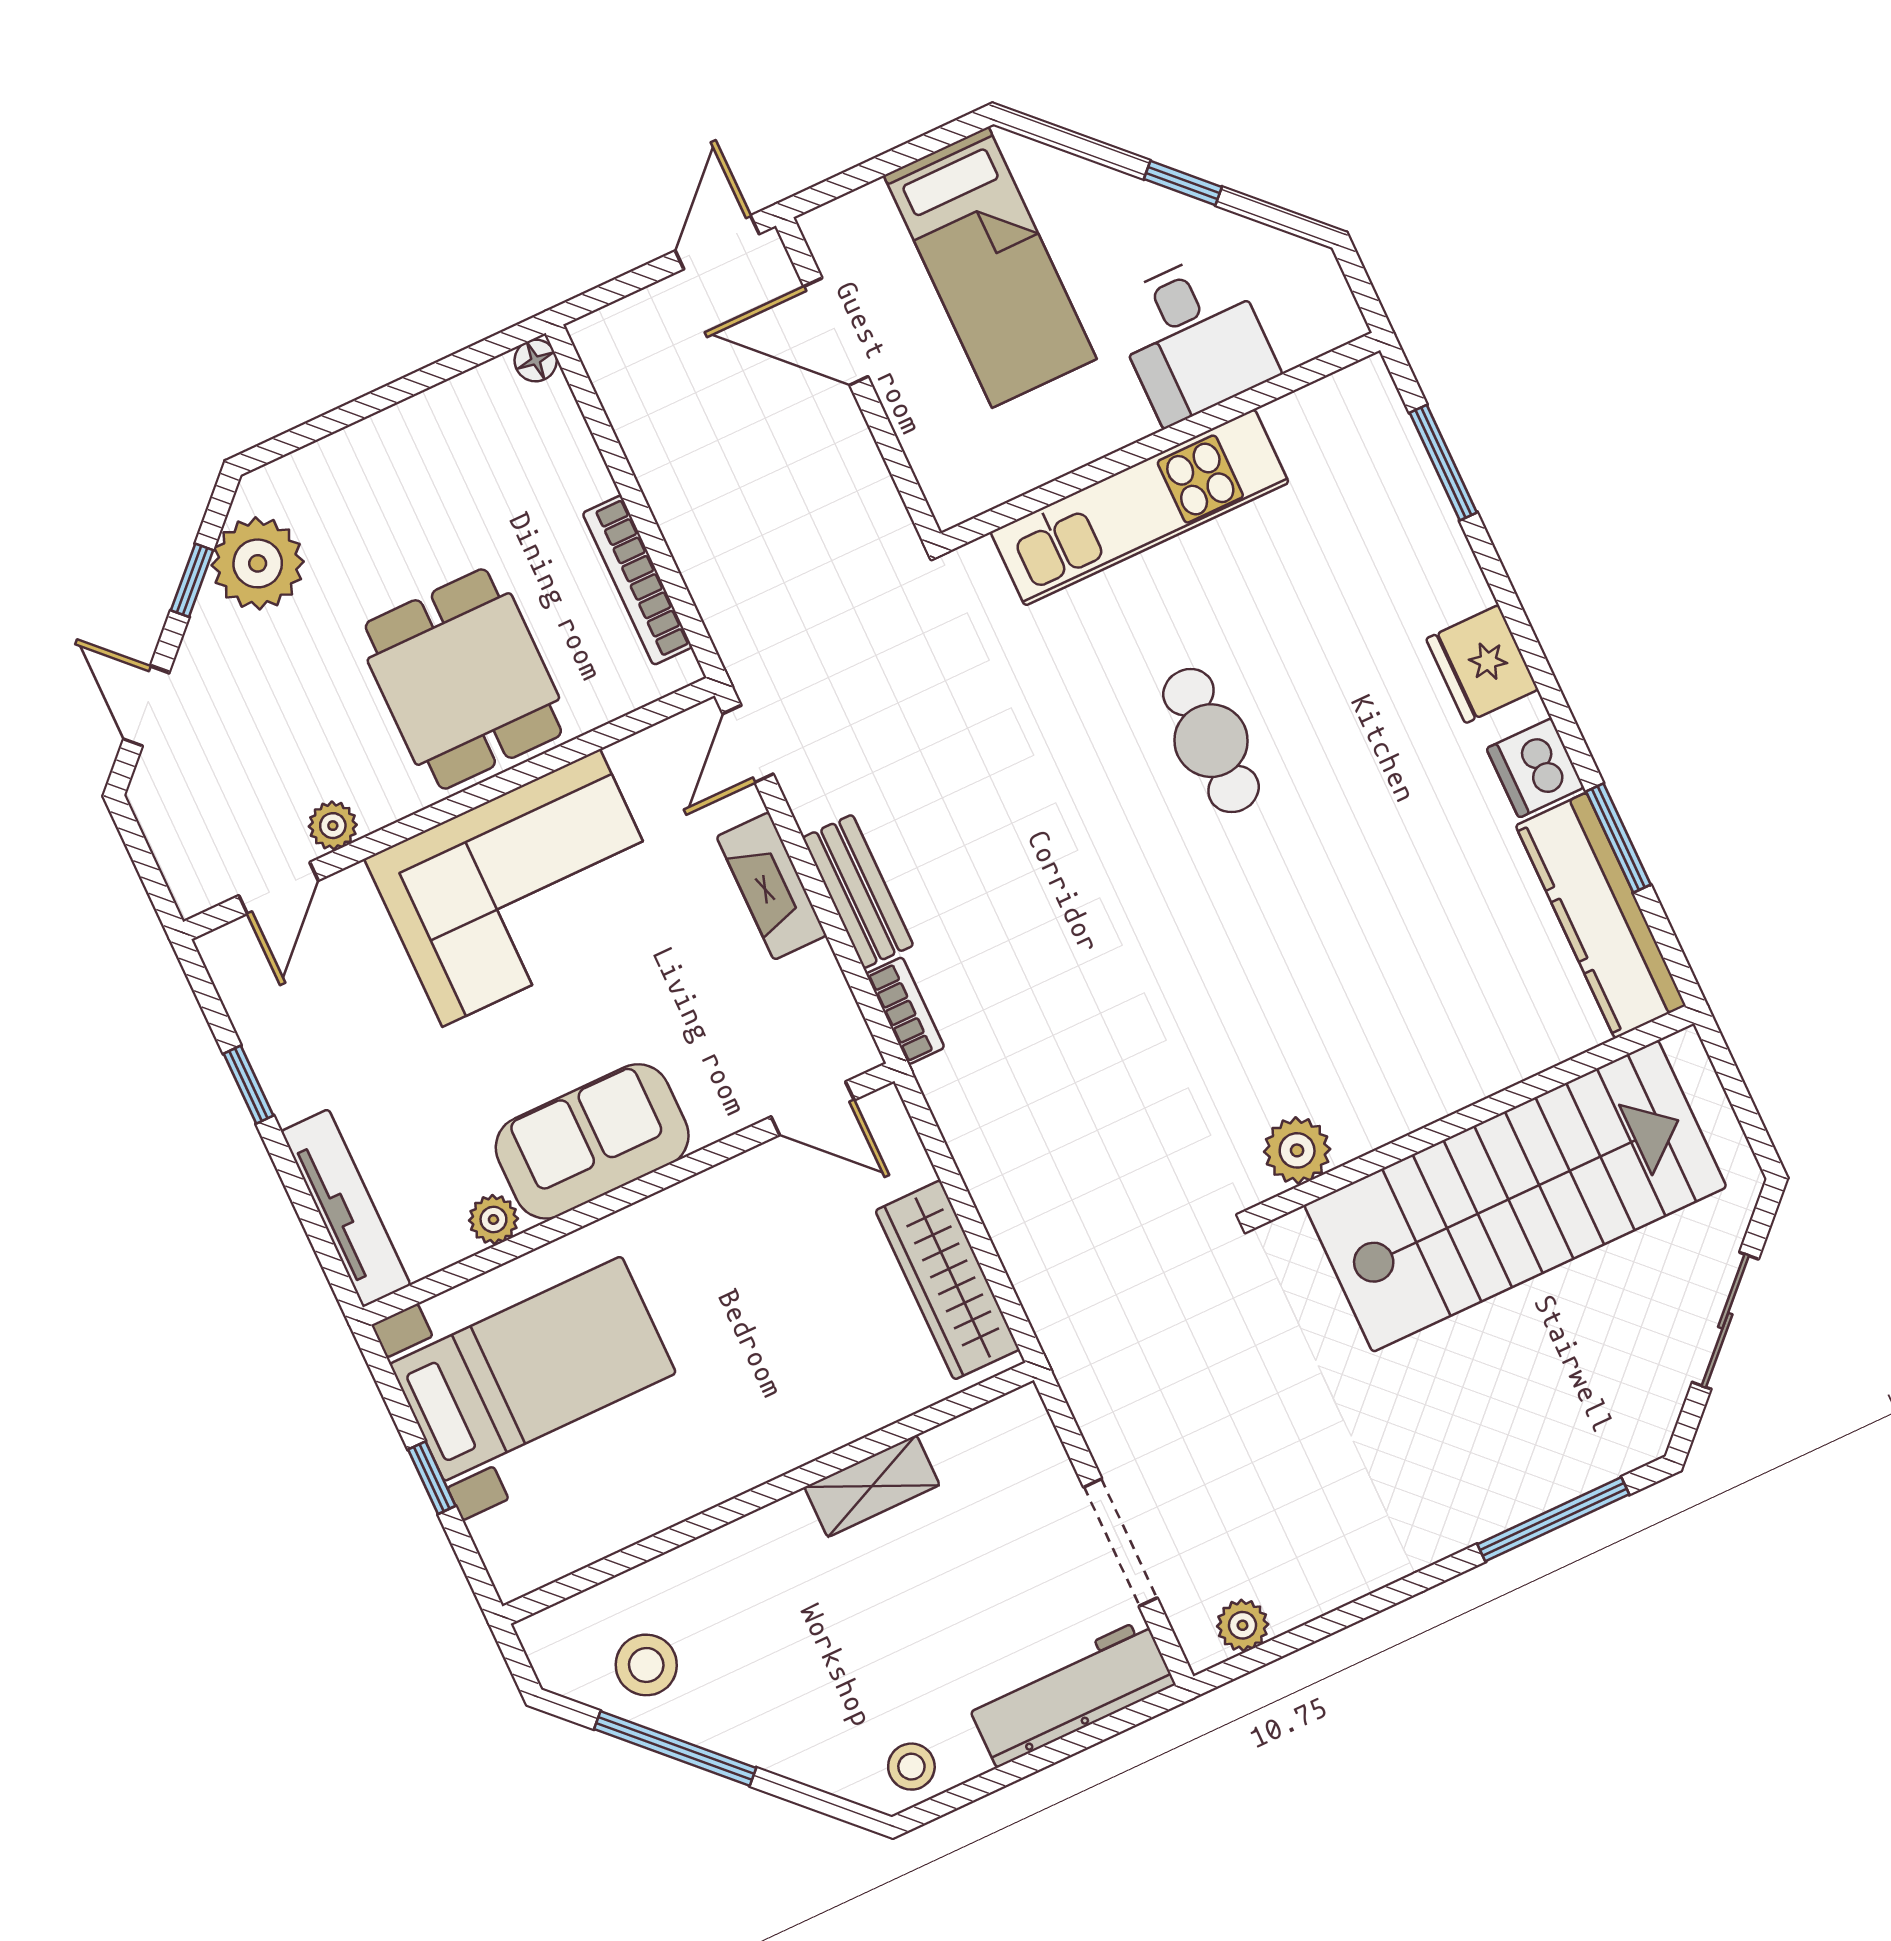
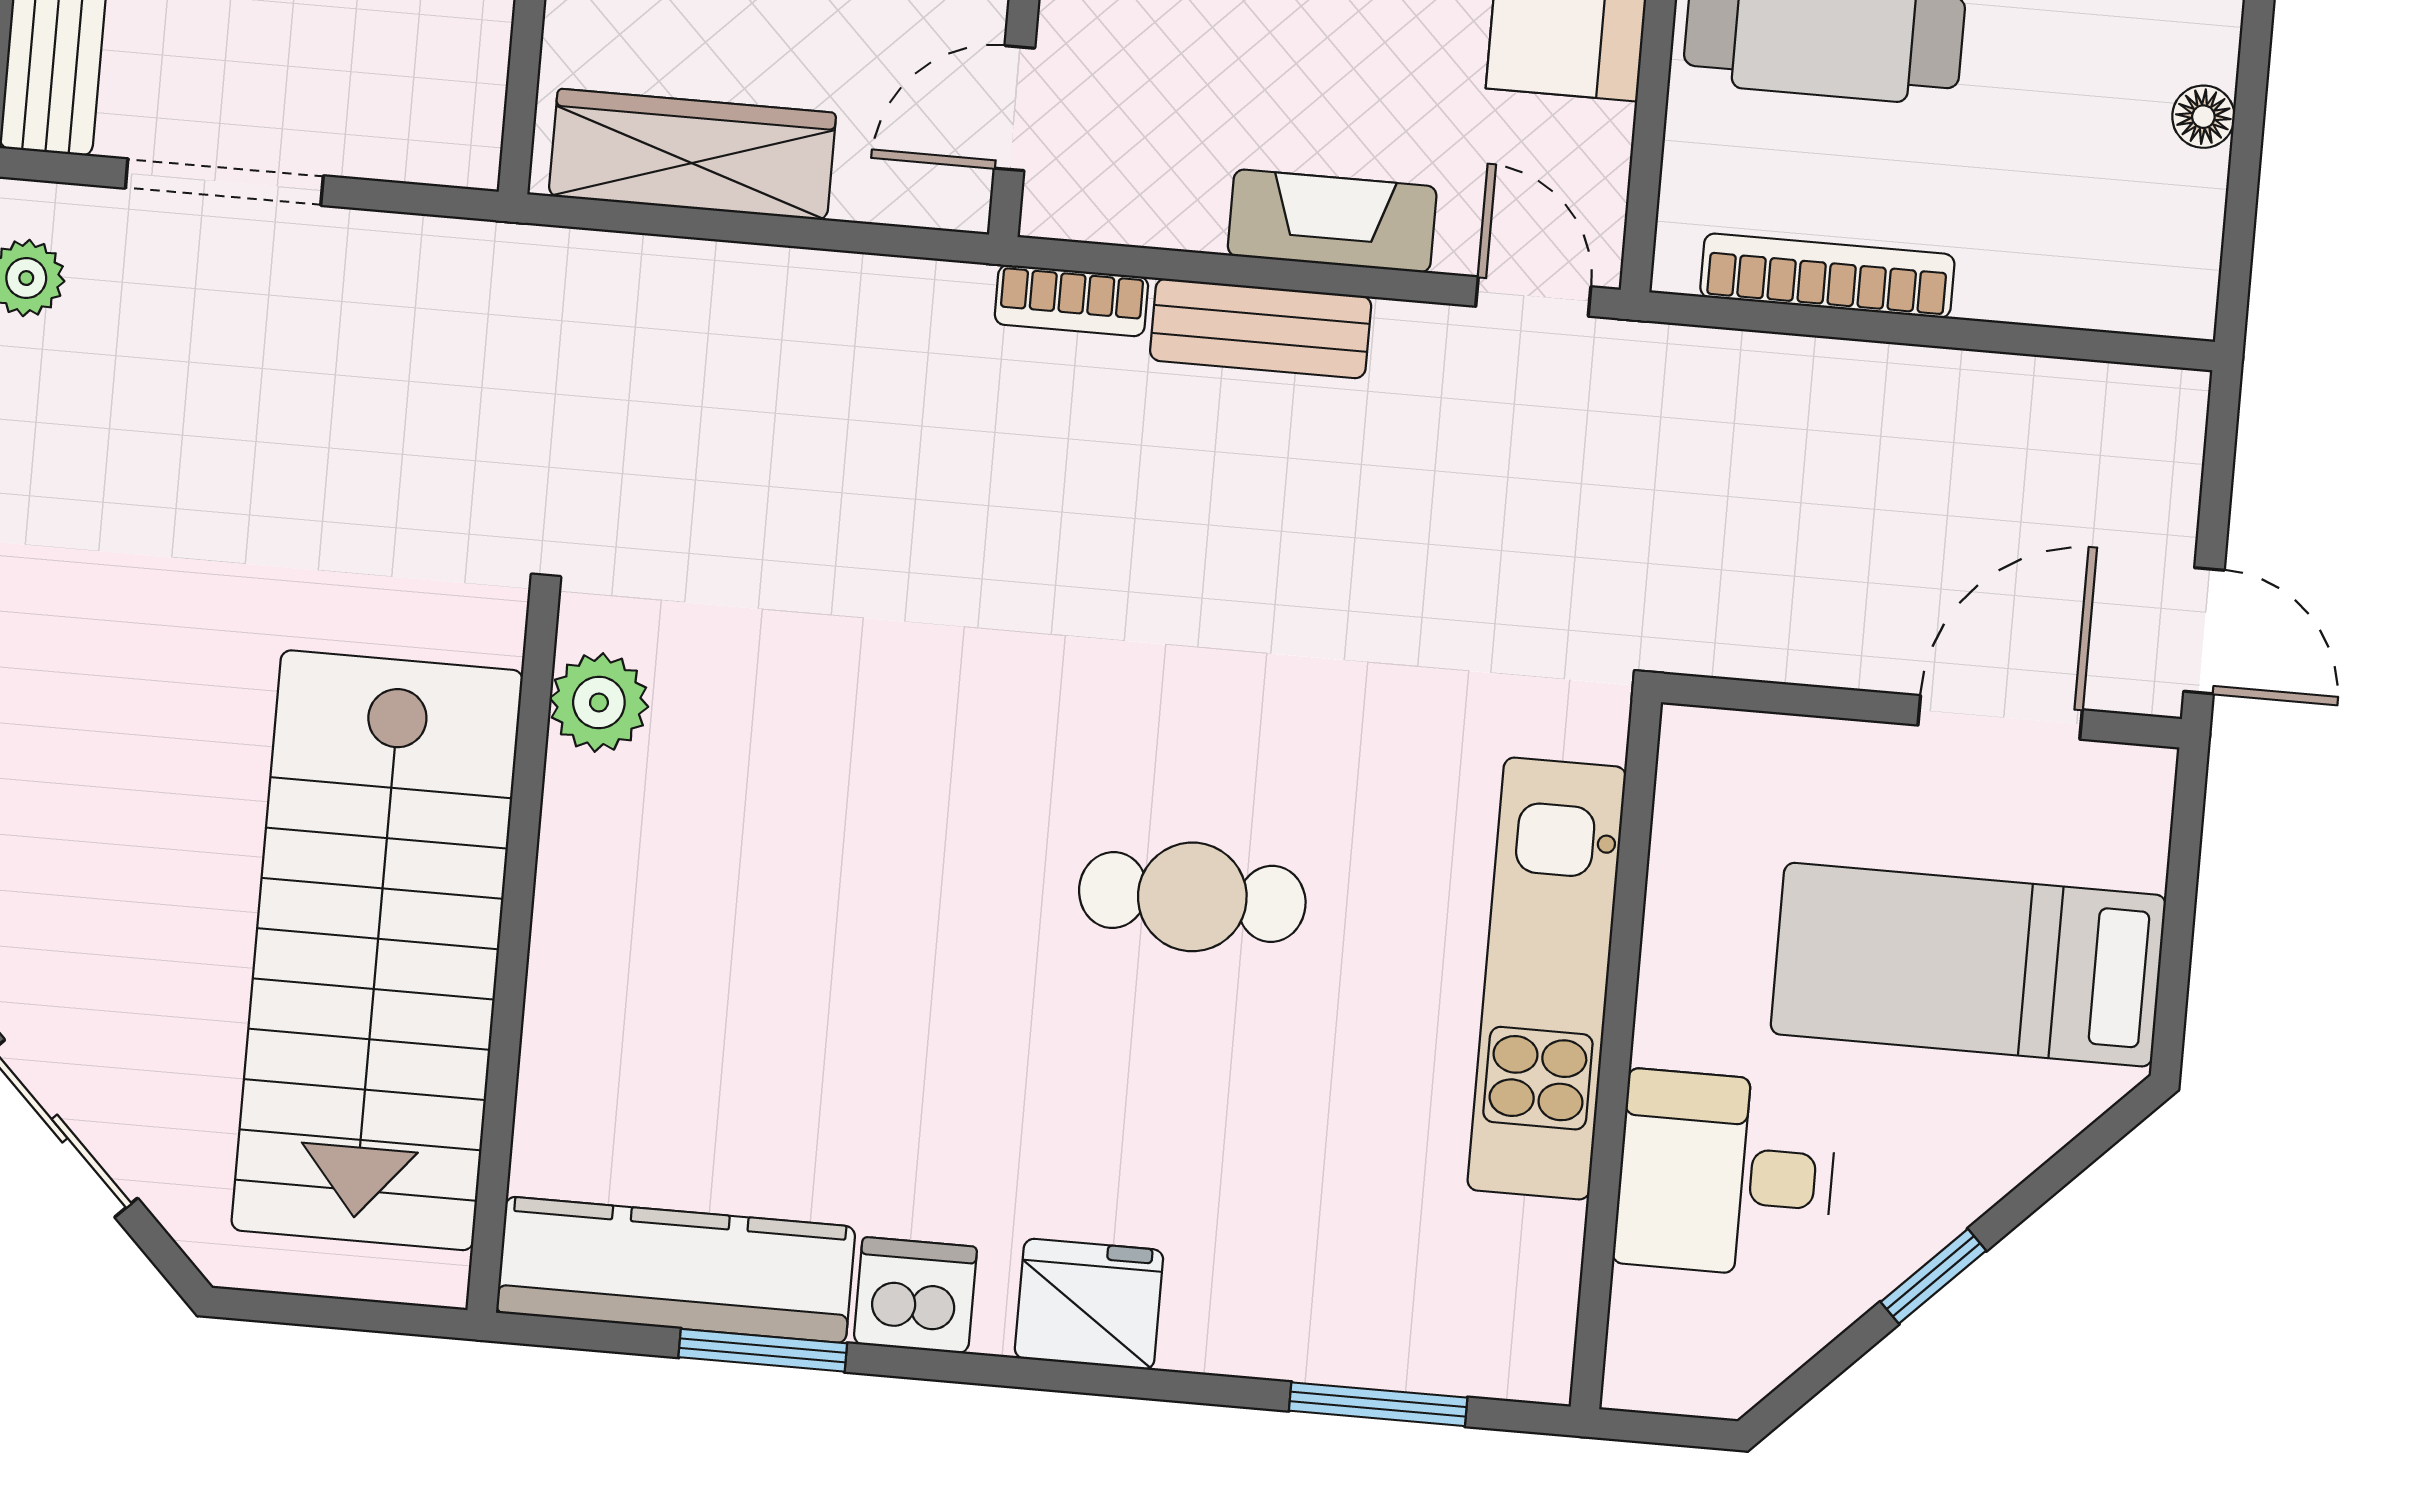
floor lamp: (536, 361) -> (2203, 117), moved

